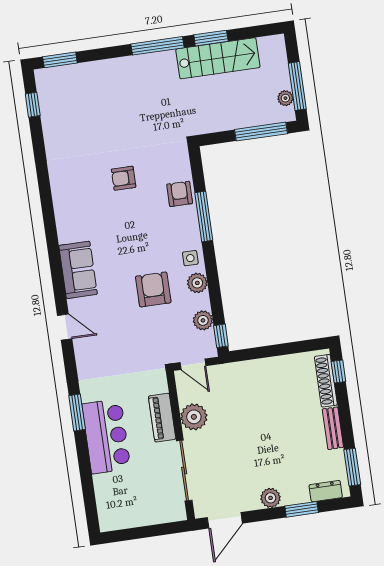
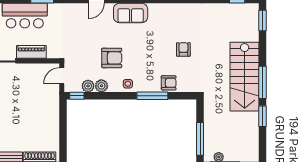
stairs: (218, 58) -> (245, 77), moved, width x1.36, depth x1.51
plant: (197, 283) -> (101, 86), moved
plant: (194, 417) -> (29, 72), removed

